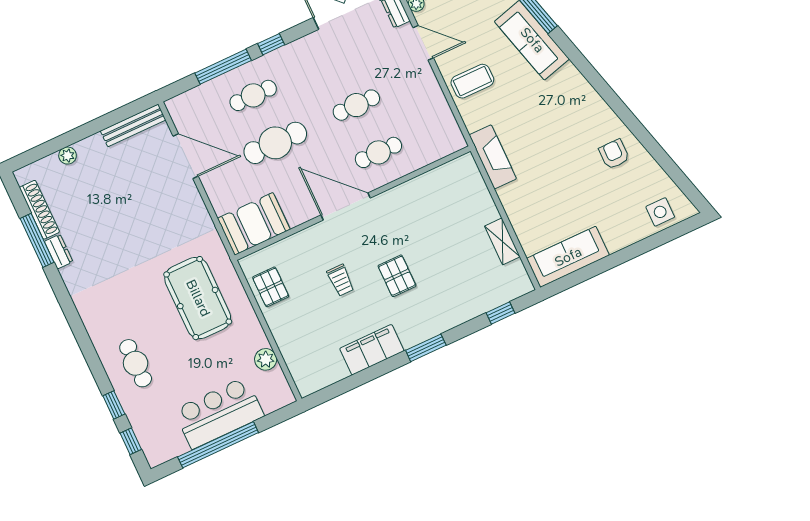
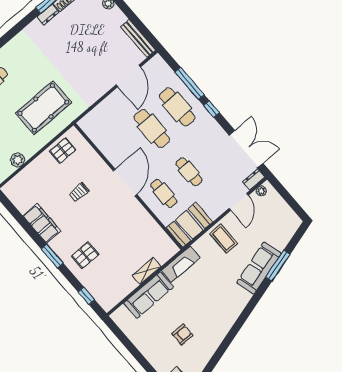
cafe table: (253, 95) -> (177, 107), width x1.37, depth x1.35
armchair: (614, 154) -> (182, 335), moved
booth: (254, 224) -> (189, 225), moved, turned 90
shelving: (502, 241) -> (146, 271), moved
sofa: (568, 257) -> (149, 295), moved, turned 90
pallet: (397, 276) -> (85, 255), moved

